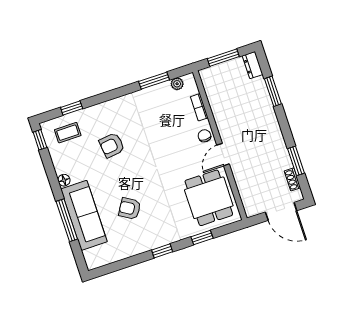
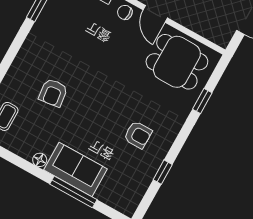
armchair: (130, 208) -> (138, 135), moved, turned -121
sofa: (84, 215) -> (76, 169), width x0.73
window: (162, 251) -> (163, 172), moved

